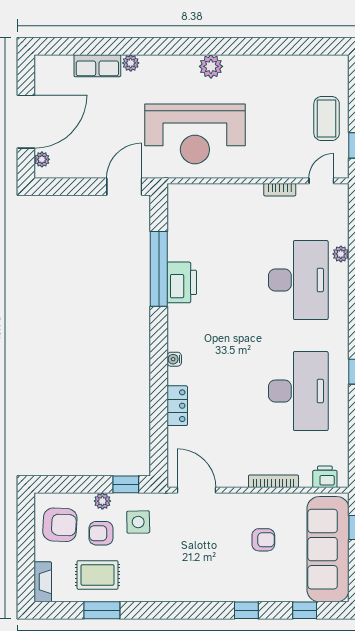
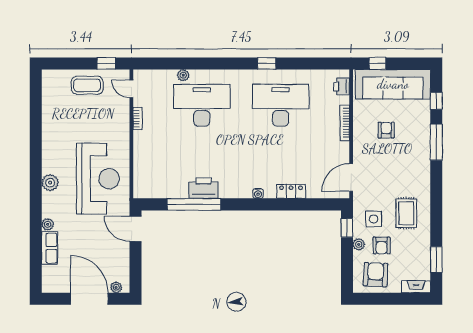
plant: (211, 66) -> (50, 183), moved
rug: (97, 575) -> (406, 213), moved
window: (102, 610) -> (436, 259), moved
window: (246, 610) -> (436, 142), width x2.17

